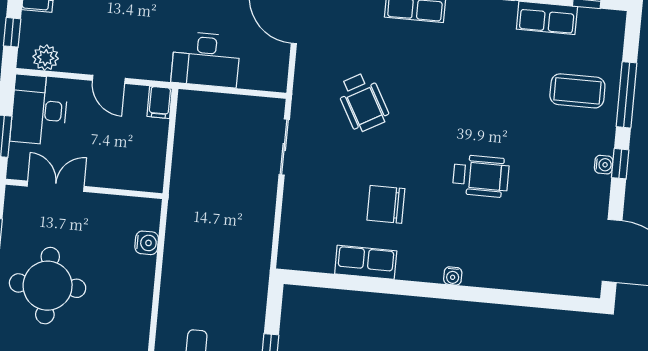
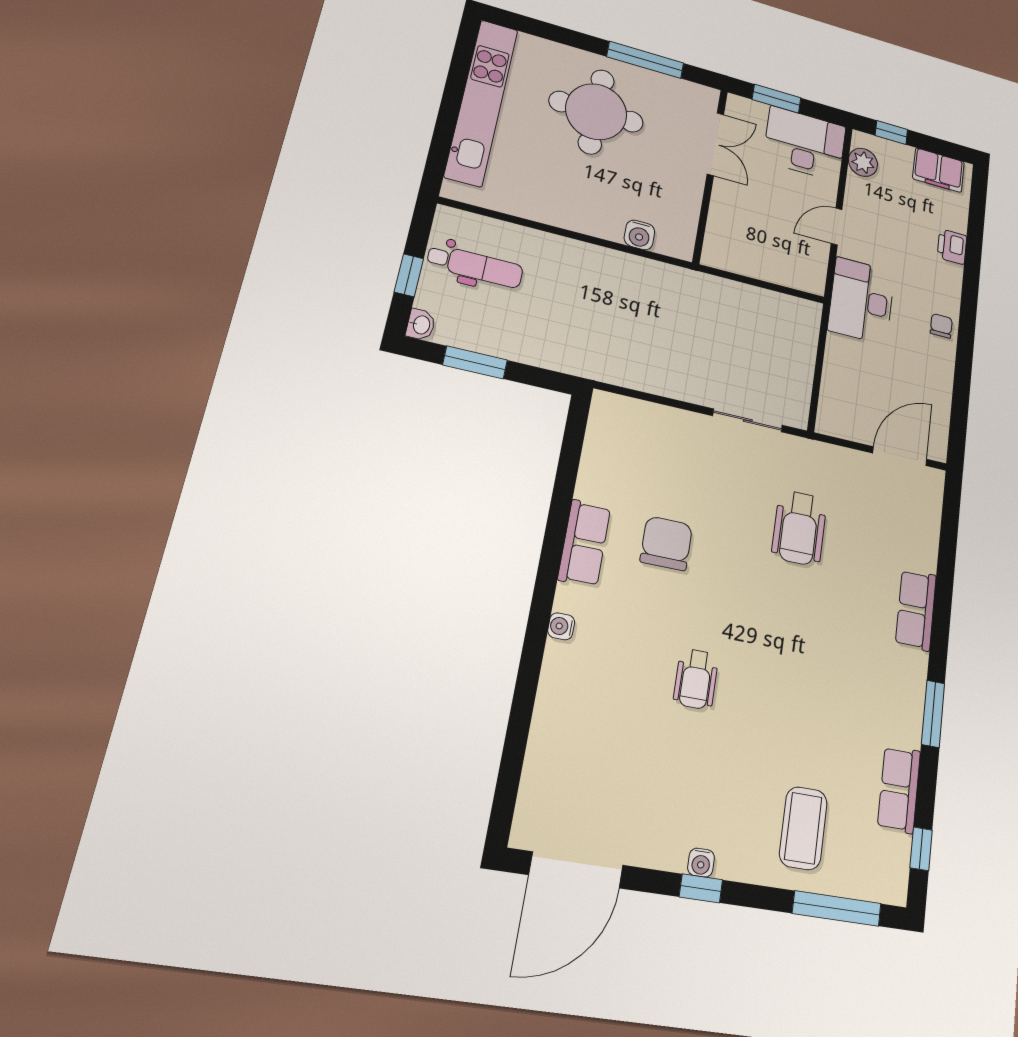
desk: (206, 59) -> (861, 301), moved
window: (627, 95) -> (837, 908), moved
filing cabinet: (160, 102) -> (808, 279), removed
wheelchair: (363, 102) -> (799, 528), turned -61
wheelchair: (481, 176) -> (696, 679), width x0.73, depth x0.73
row of seats: (366, 262) -> (584, 543), moved

